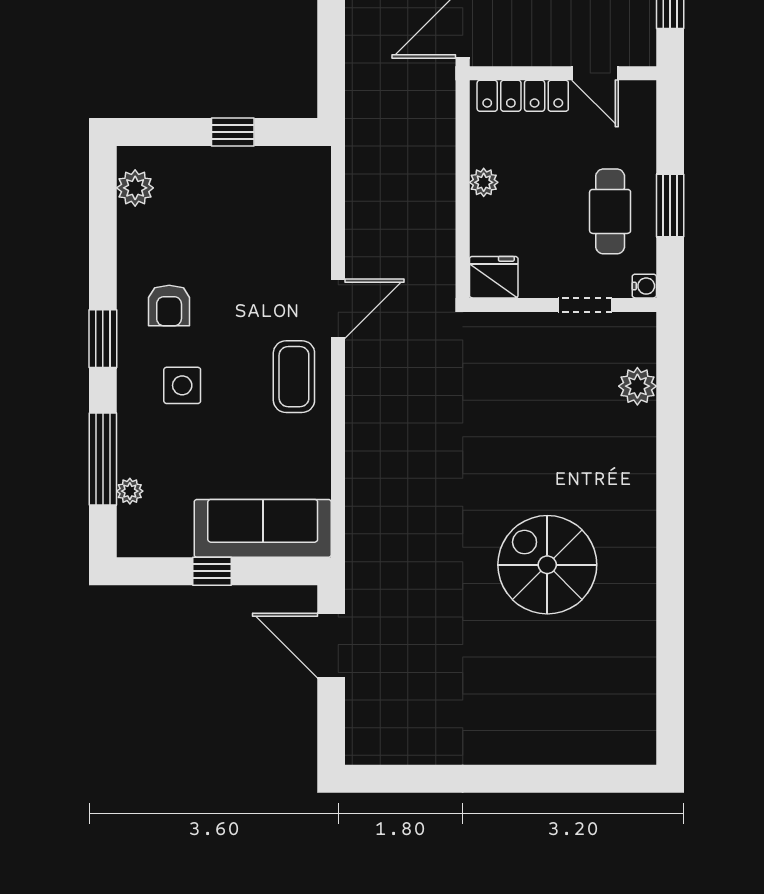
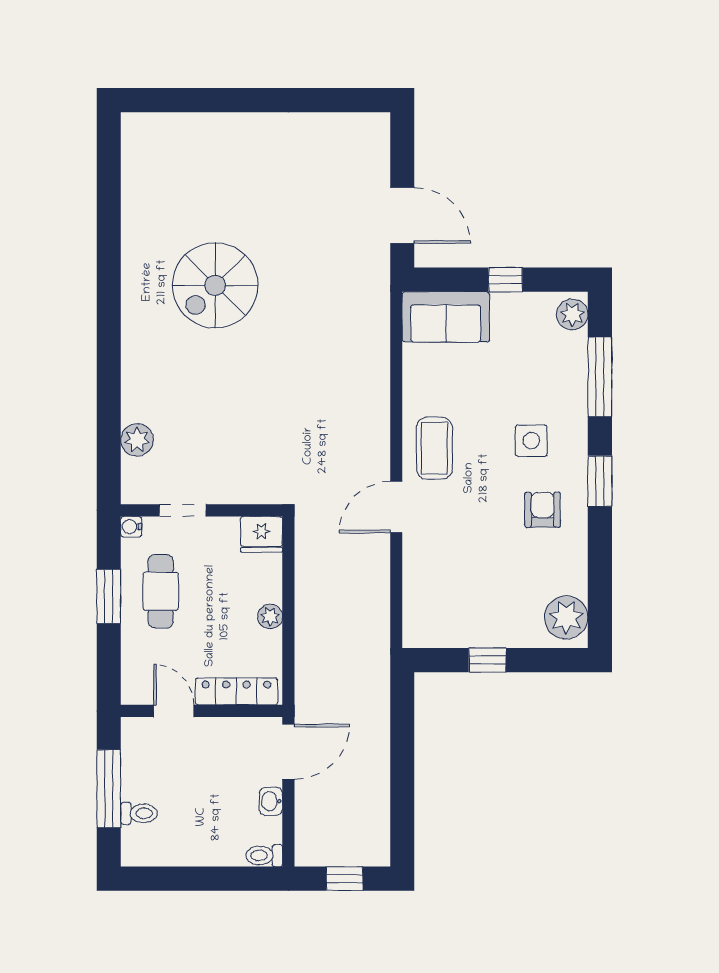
plant: (135, 188) -> (566, 617), width x1.36, depth x1.36
plant: (130, 491) -> (572, 314), moved, width x1.38, depth x1.38
sofa: (263, 528) -> (446, 317), width x0.73
spiral stairs: (547, 565) -> (215, 285), turned 90

